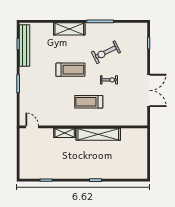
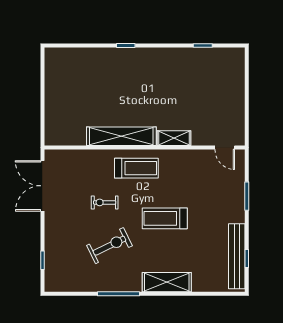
door: (32, 127) -> (225, 148), moved
wall: (83, 127) -> (145, 148), moved
shelving: (65, 133) -> (174, 138), moved
shelving: (98, 134) -> (121, 136), moved

